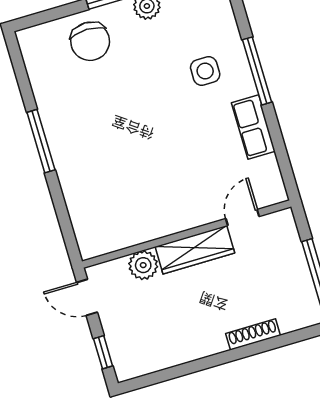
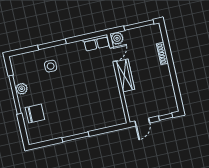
row of seats: (253, 127) -> (96, 43), moved
door: (243, 218) -> (113, 55), swing flipped
plant: (143, 265) -> (117, 38), moved

